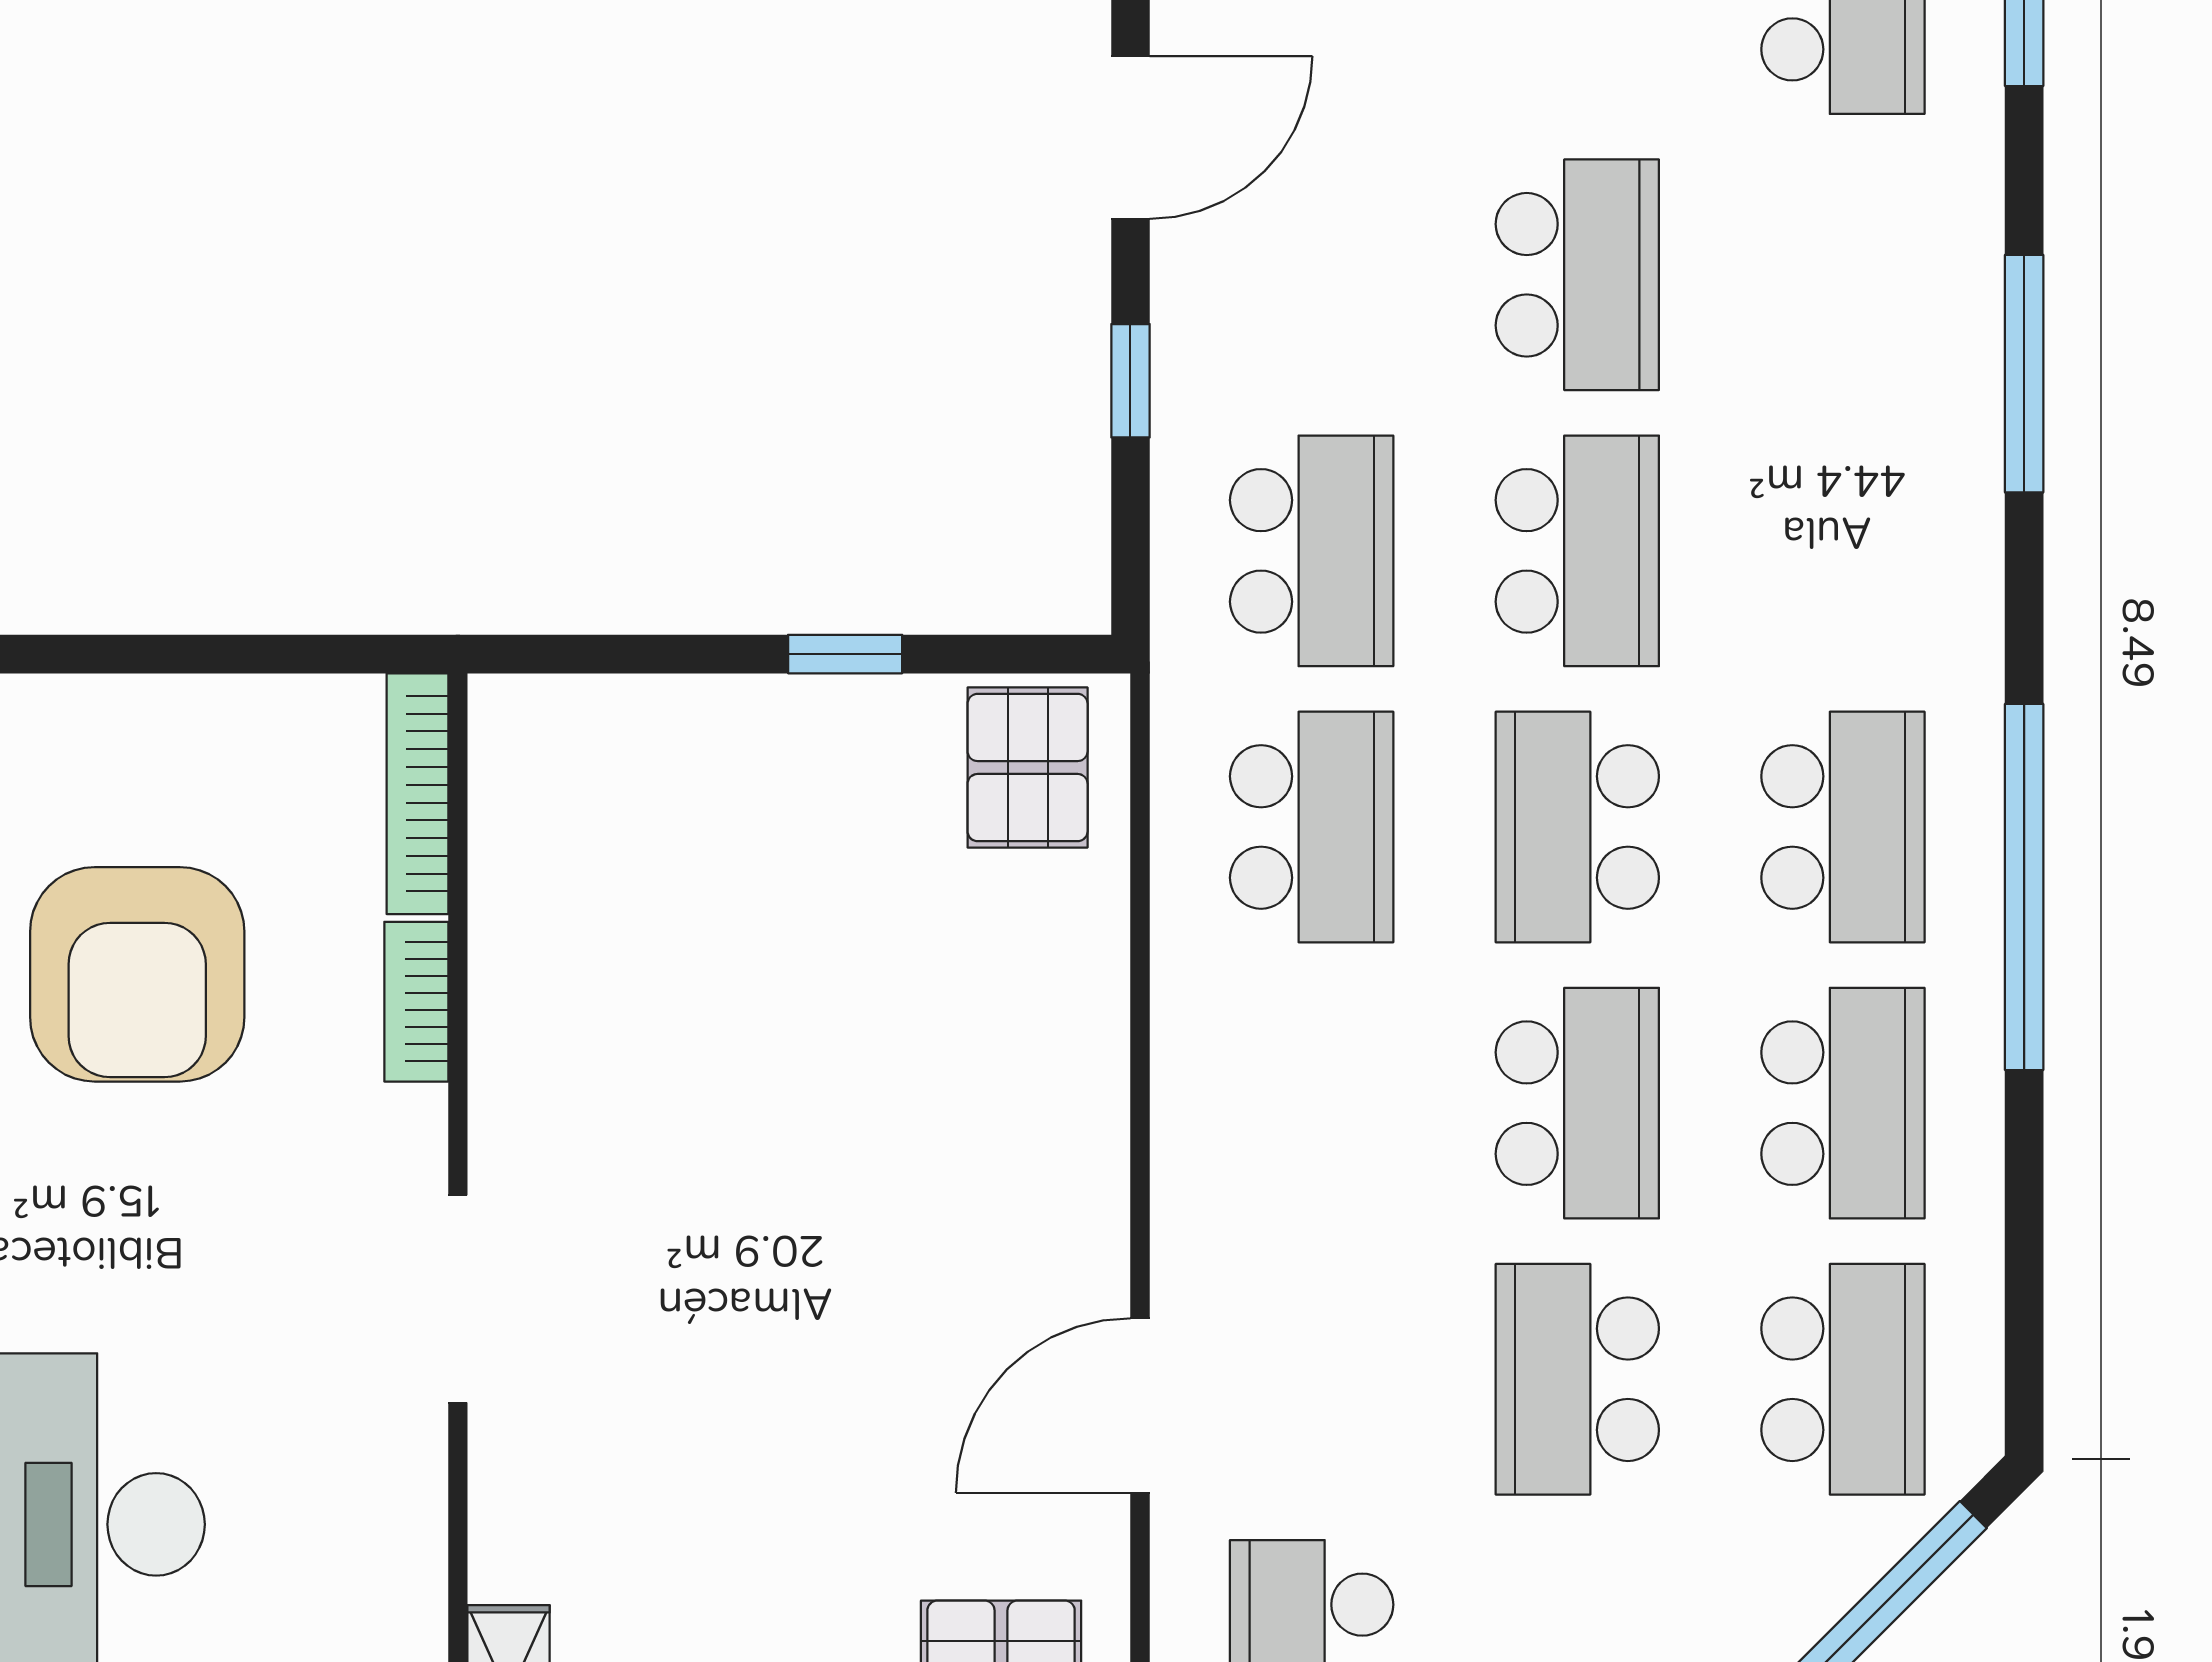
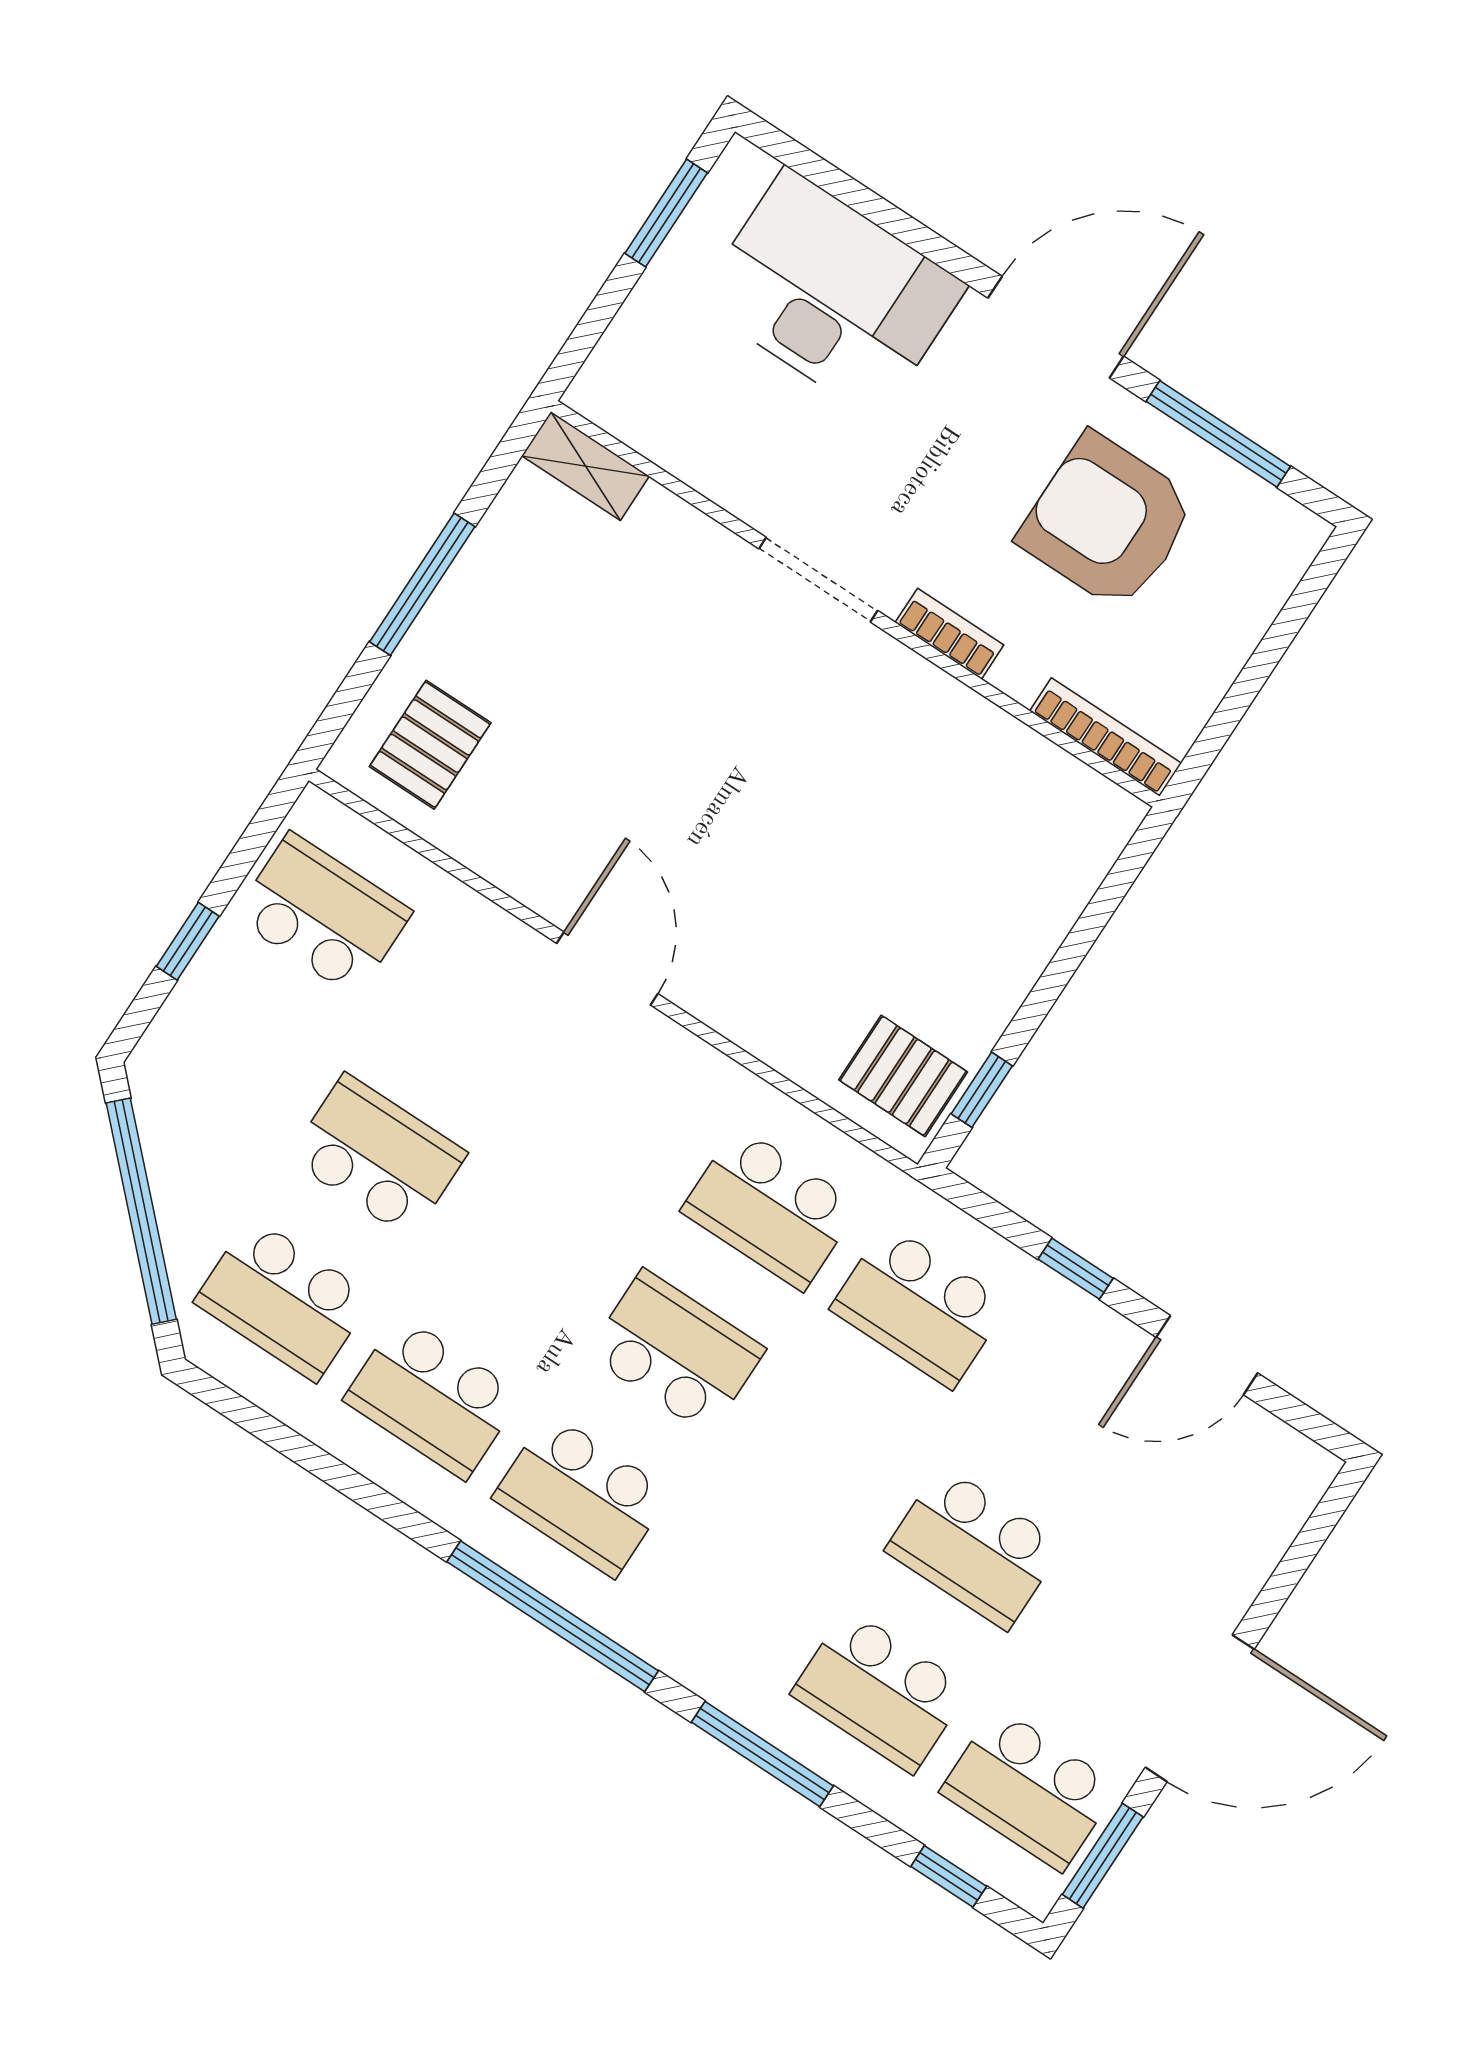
door: (1130, 137) -> (1207, 1355), hinge flipped
school desk: (1577, 551) -> (880, 1691), moved
window: (845, 654) -> (982, 1090), moved
window: (2024, 887) -> (553, 1616), moved
bookcase: (416, 1002) -> (949, 634), moved
school desk: (1577, 1103) -> (527, 1254), removed
door: (1140, 1406) -> (607, 969), moved

